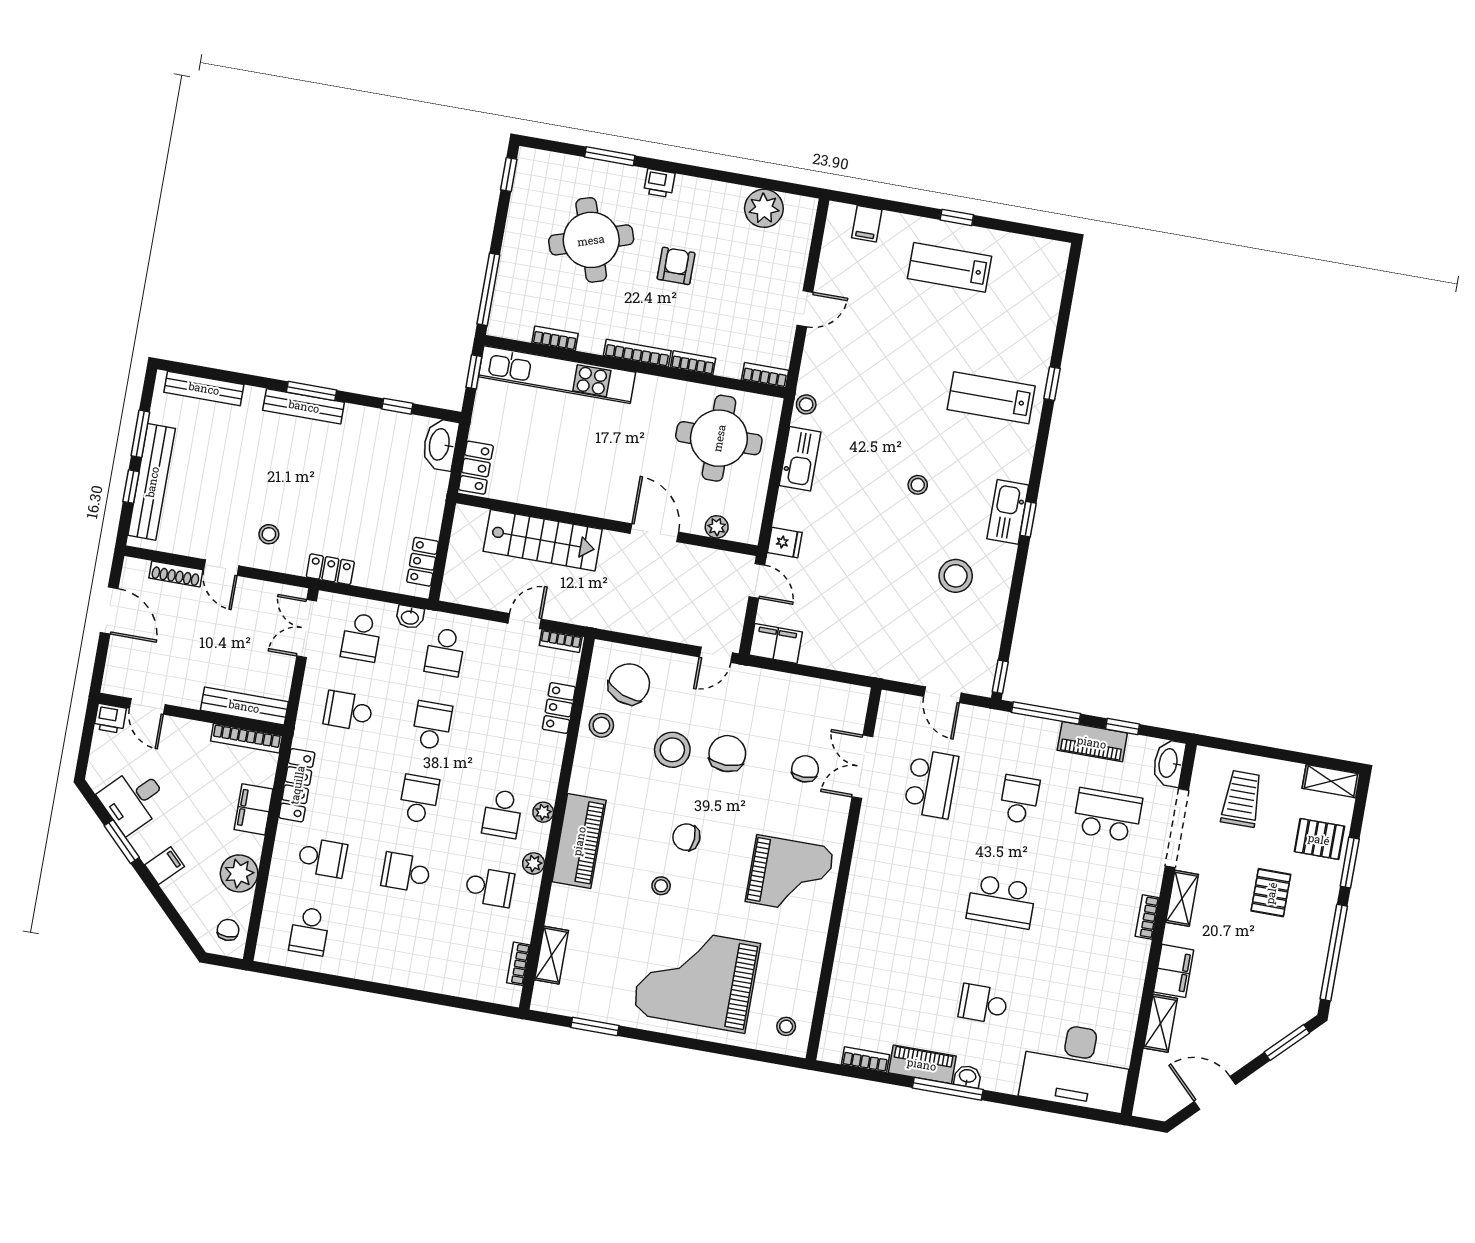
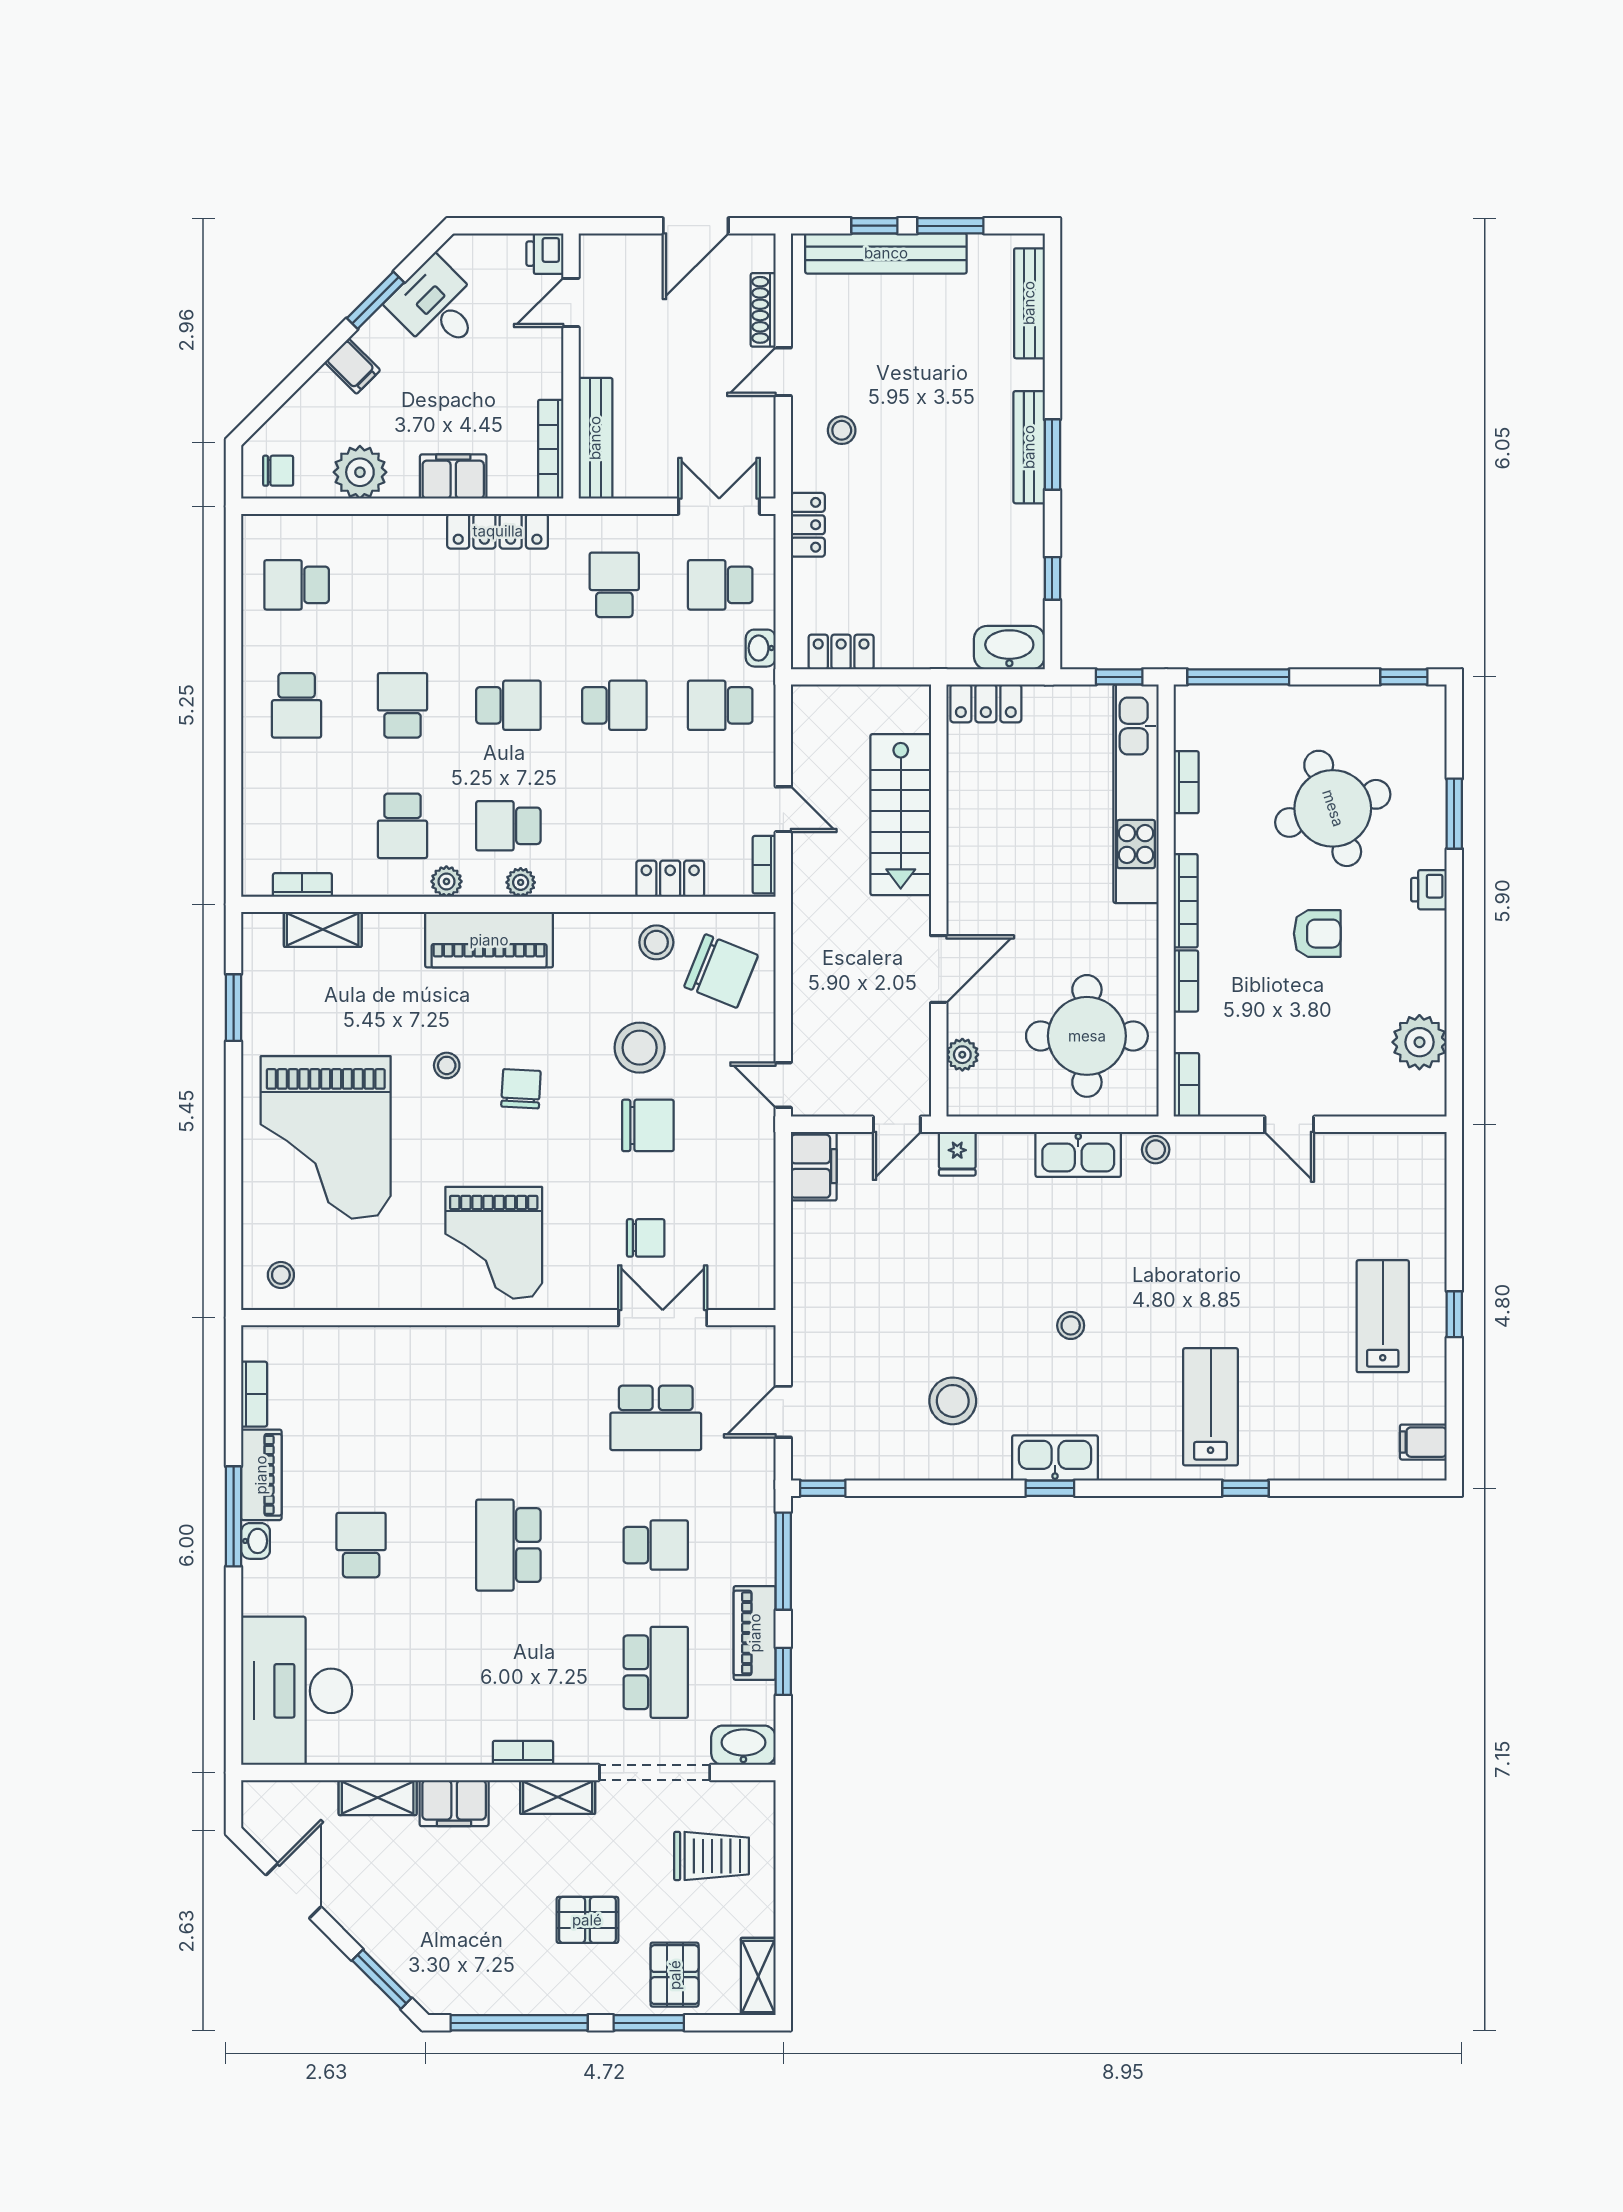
filing cabinet: (867, 224) -> (1423, 1442), moved
school desk: (322, 858) -> (297, 705), moved
grand piano: (696, 979) -> (326, 1137), turned 180

